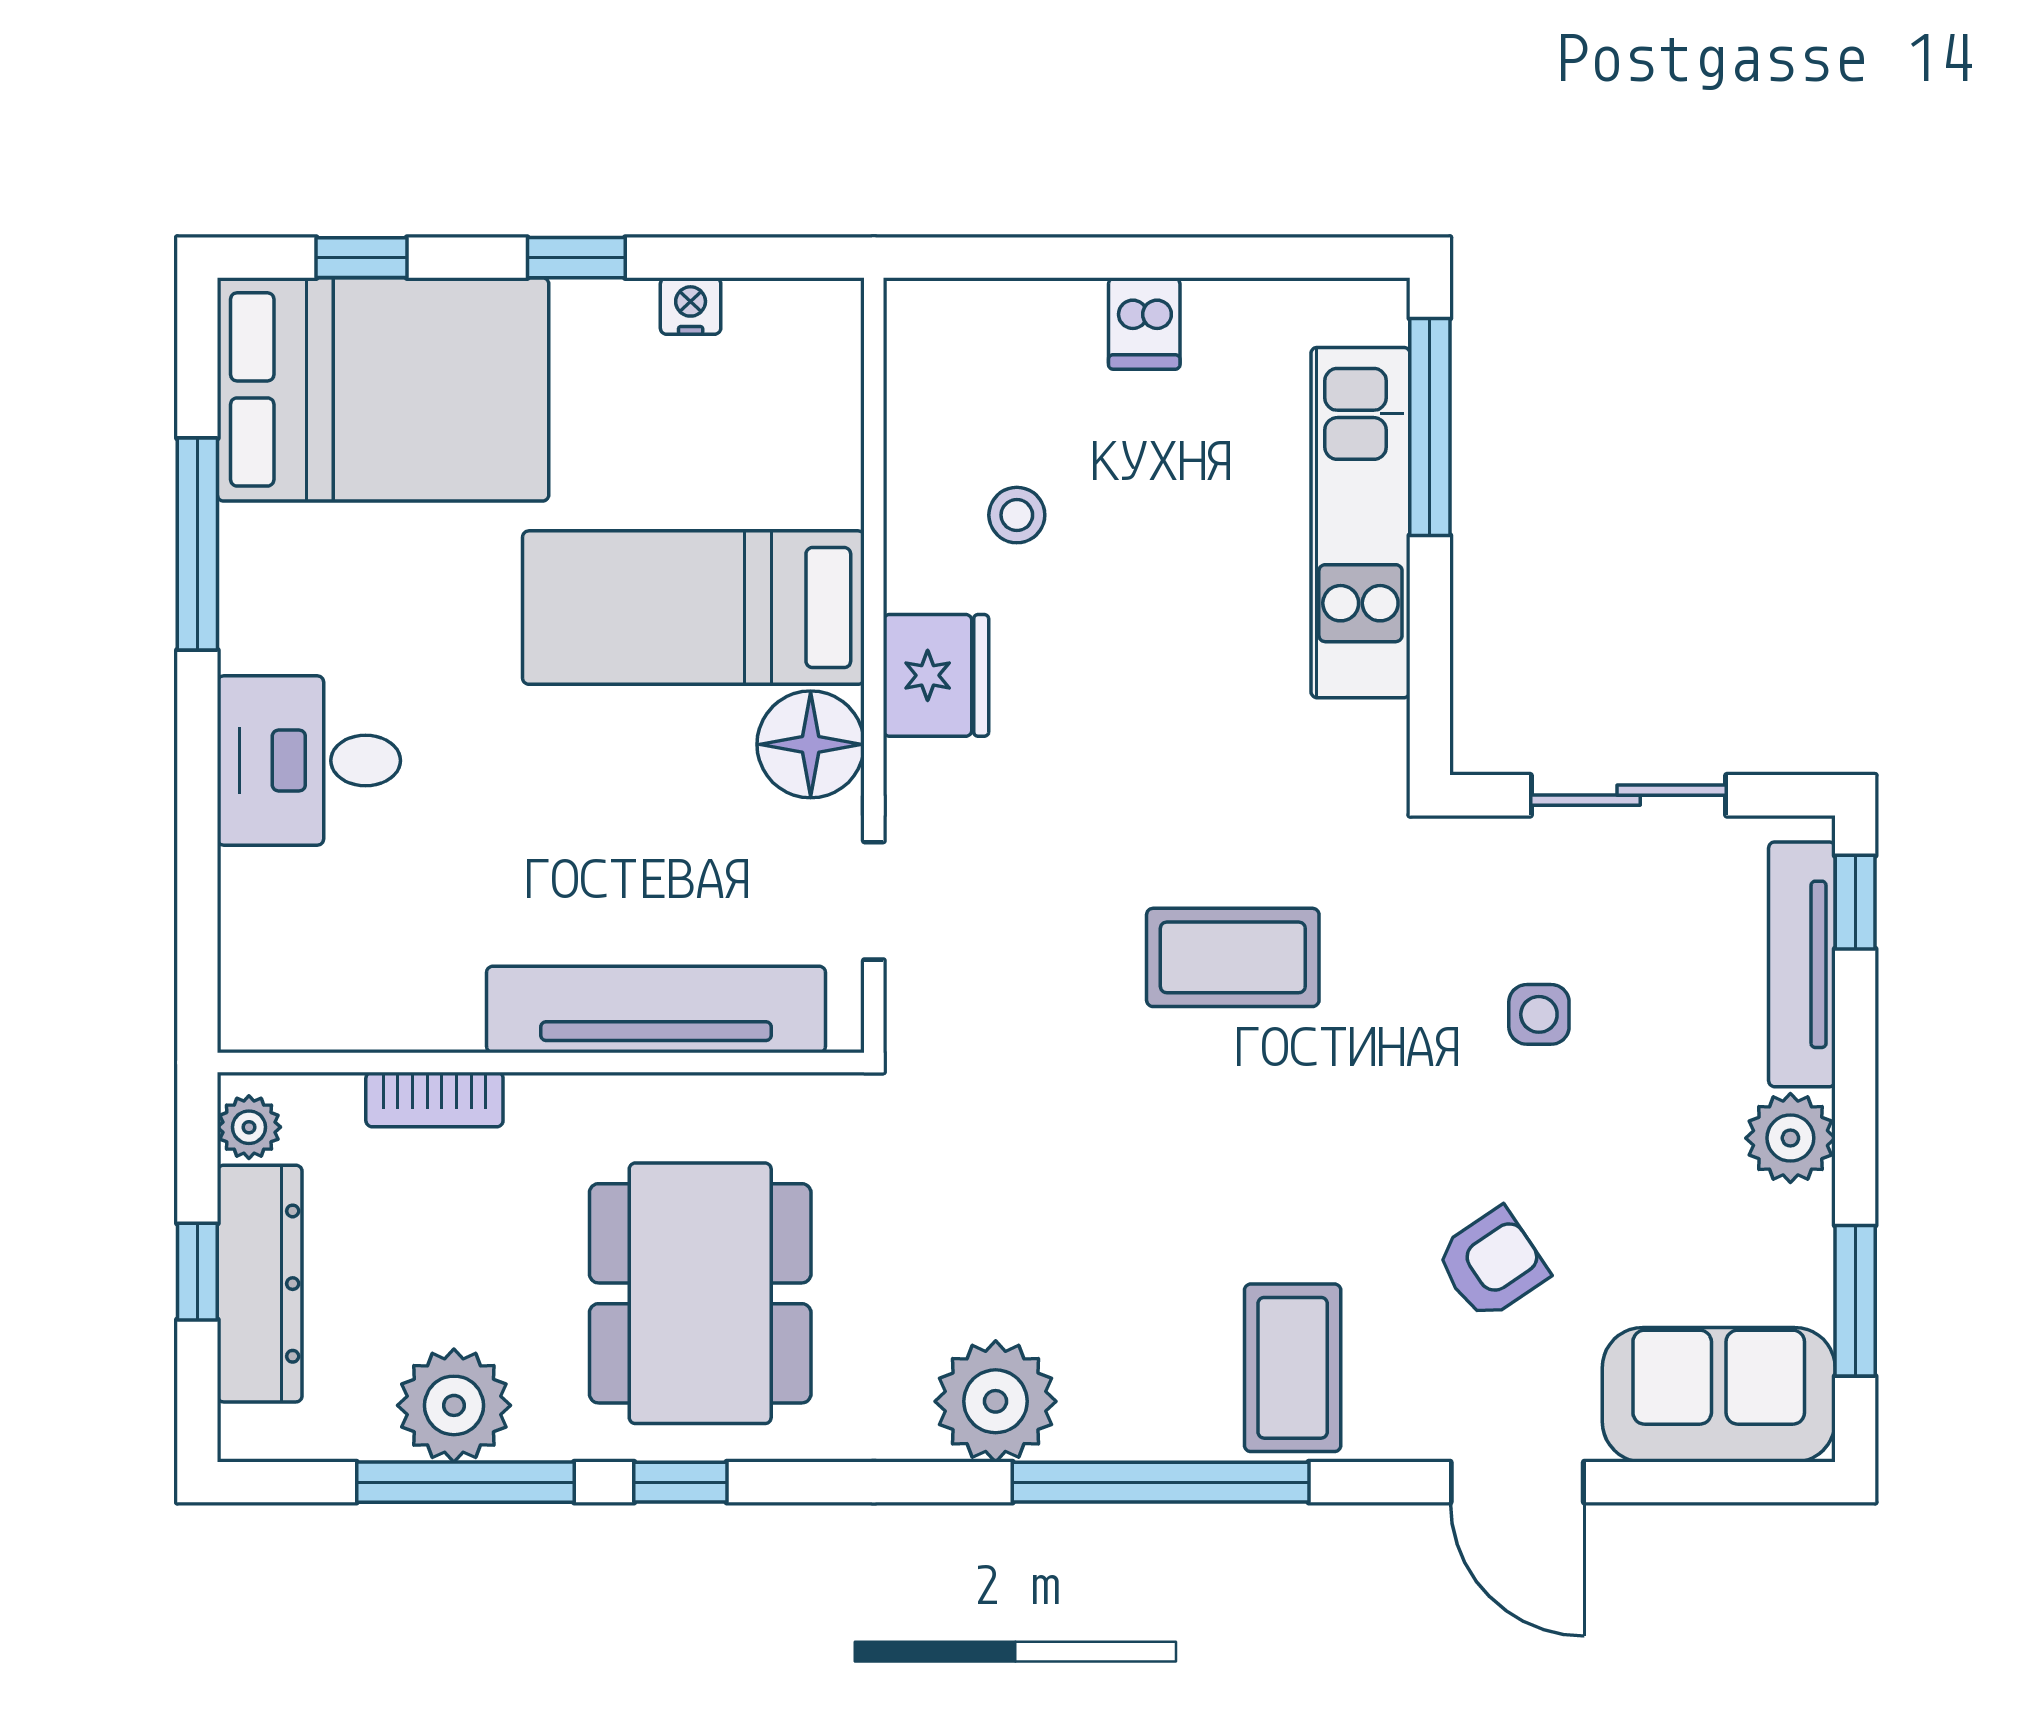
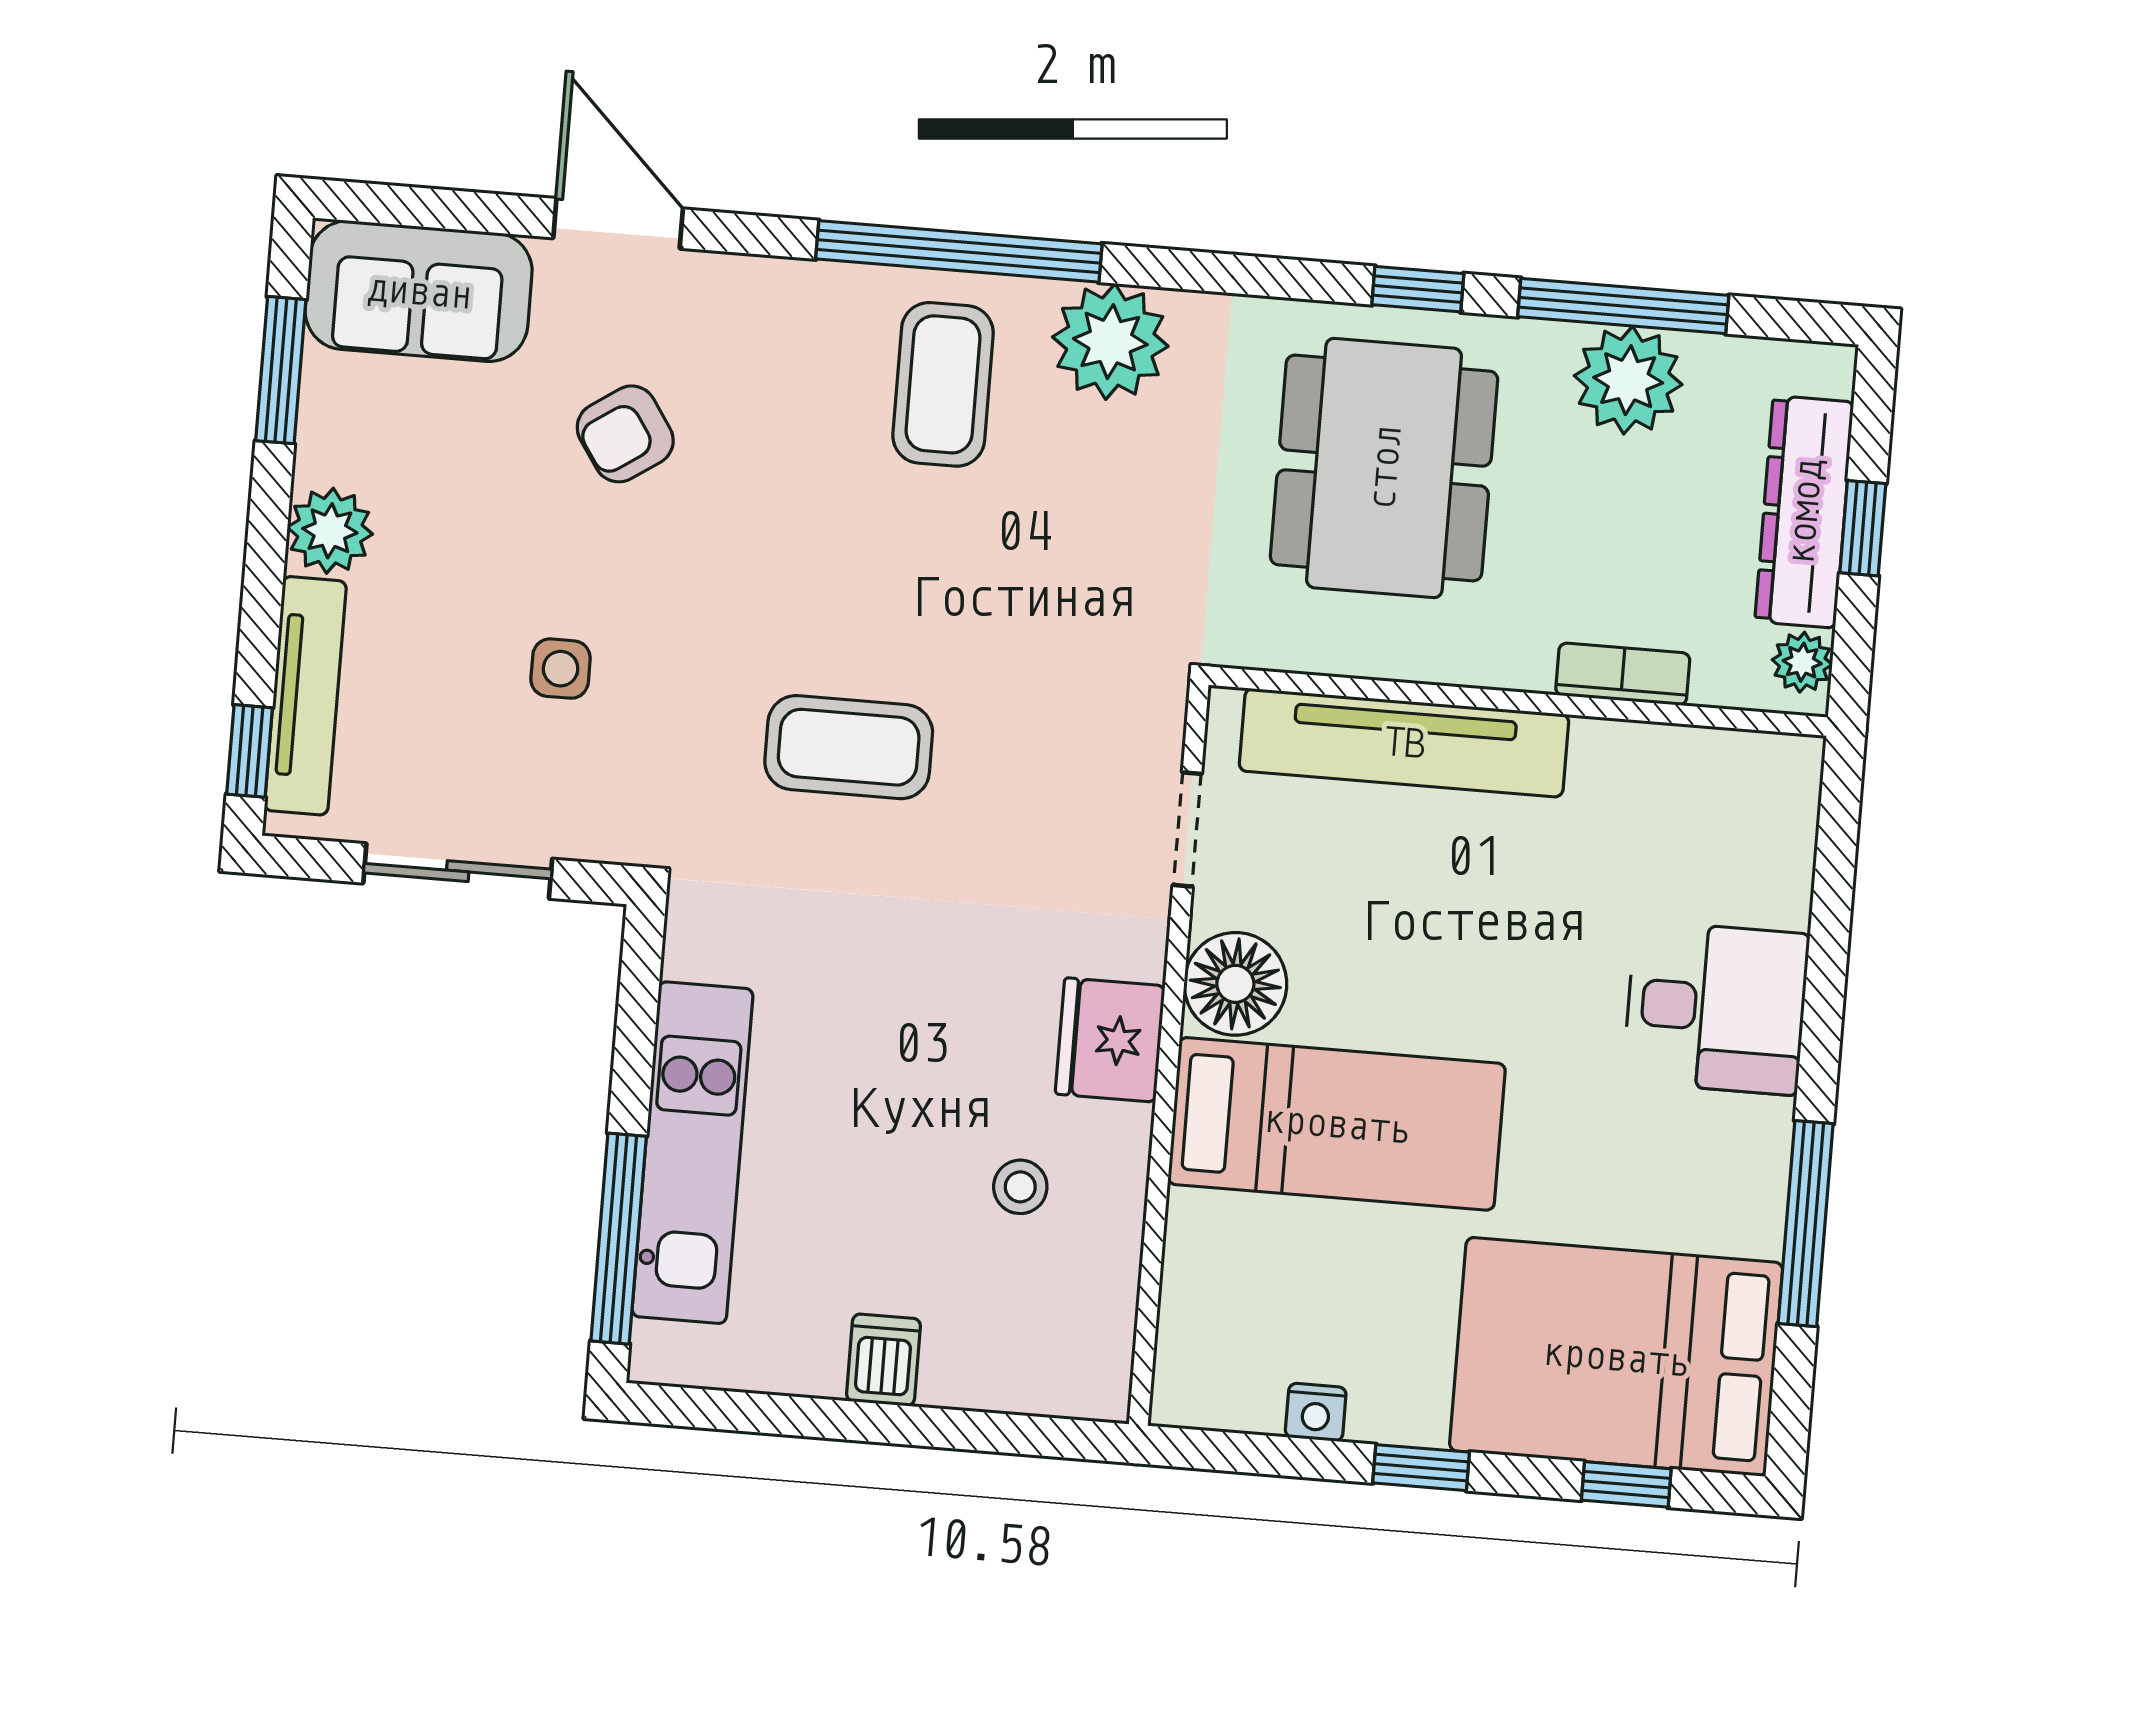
coffee table: (1293, 1368) -> (943, 384), moved

